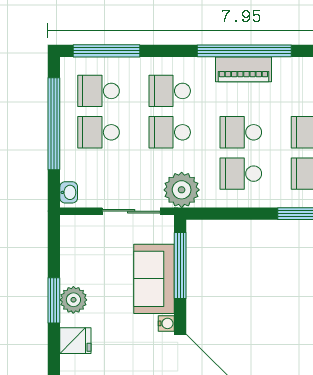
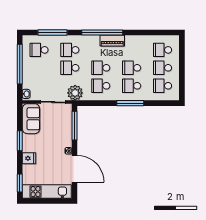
window: (106, 51) -> (53, 33), moved
piano: (243, 69) -> (112, 41), moved
school desk: (99, 132) -> (39, 68), removed
sofa: (154, 279) -> (31, 119), moved, turned 180
plant: (73, 300) -> (28, 140), removed

